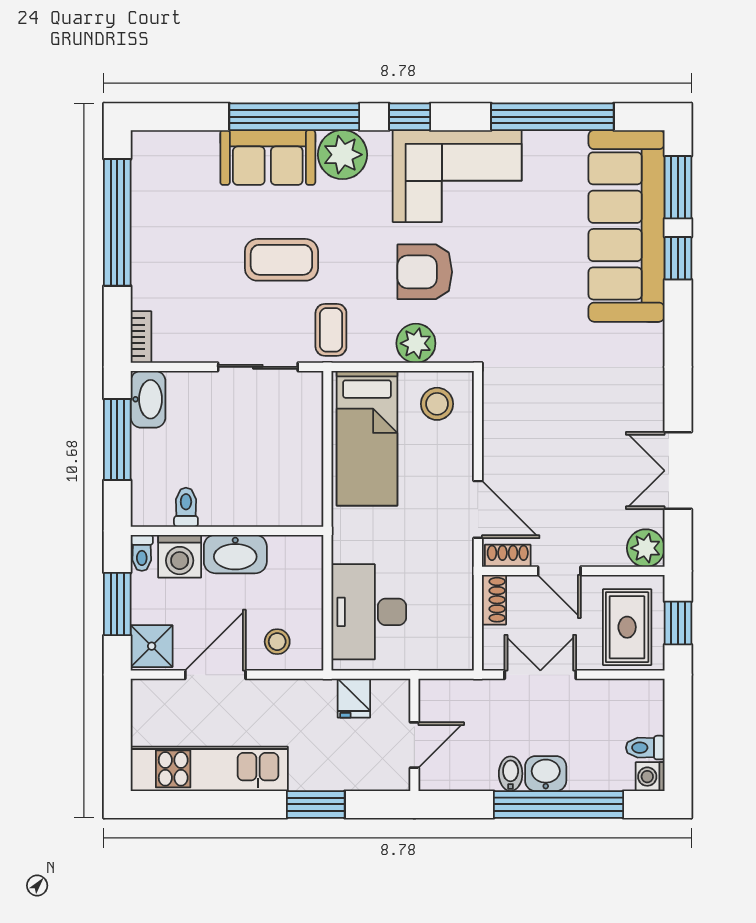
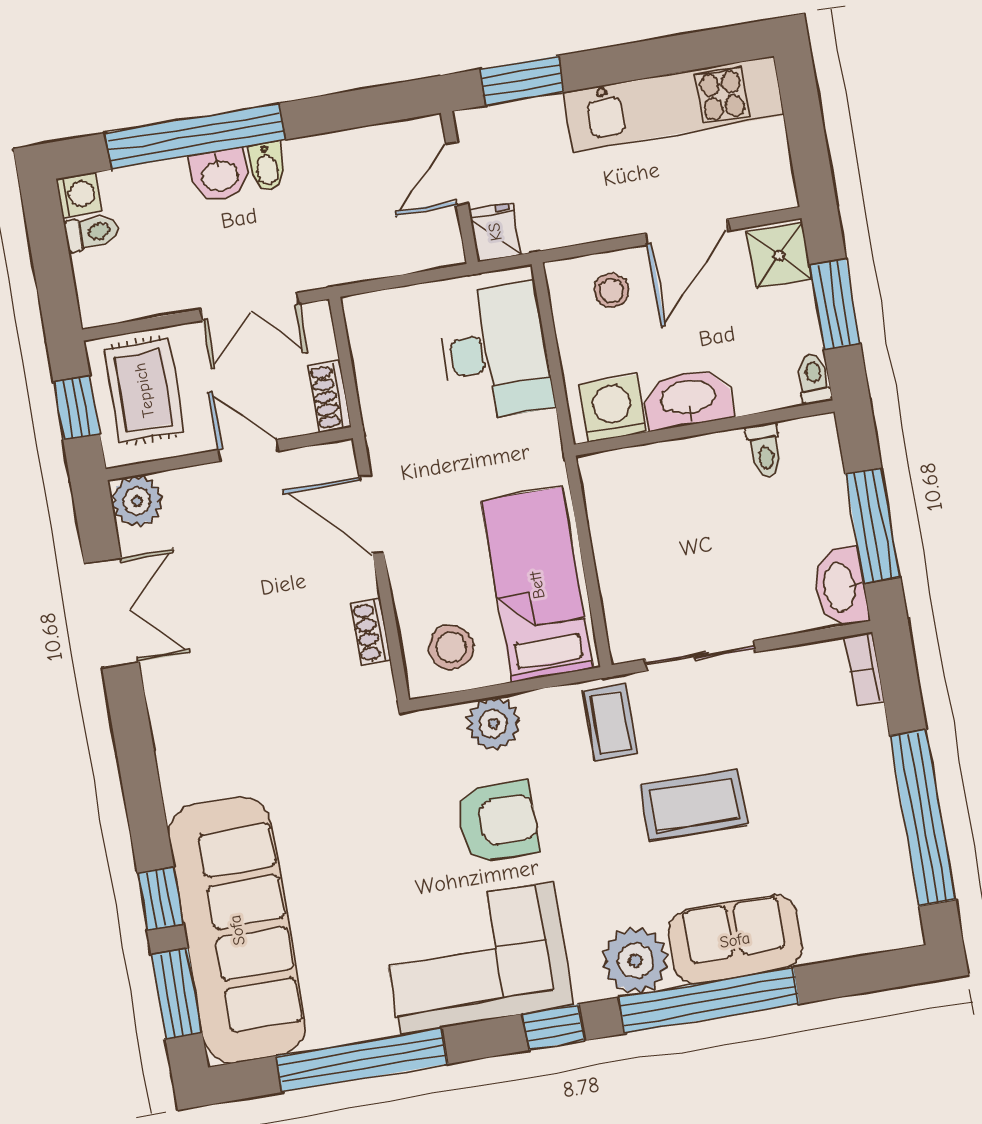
washing machine: (180, 556) -> (612, 408), moved
shoe rack: (508, 556) -> (371, 632), moved, turned 90
wall: (414, 735) -> (459, 187), moved
door: (414, 745) -> (457, 174), moved

